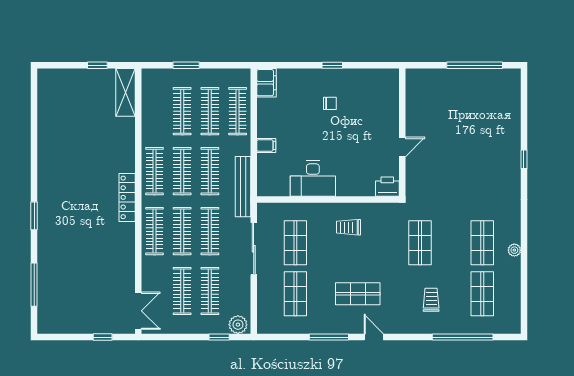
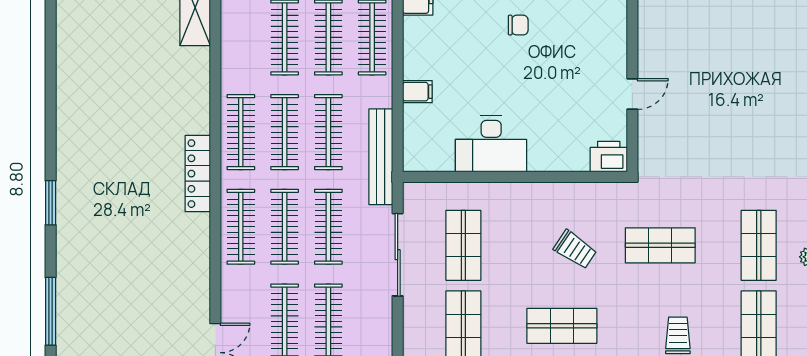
trolley: (349, 227) -> (575, 249), moved, turned -146
shop shelf: (420, 243) -> (660, 245), turned 90

